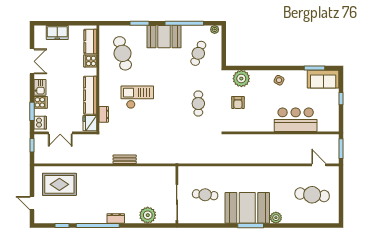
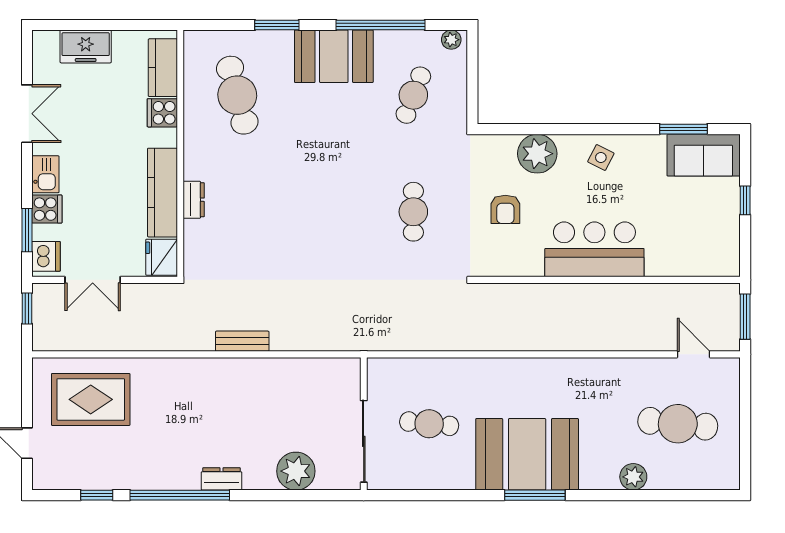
plant: (241, 79) -> (537, 154), moved
checkout: (137, 97) -> (272, 197), removed
dresser: (104, 114) -> (194, 200), moved
bar counter: (296, 120) -> (594, 249), moved
plant: (276, 218) -> (633, 477), moved

